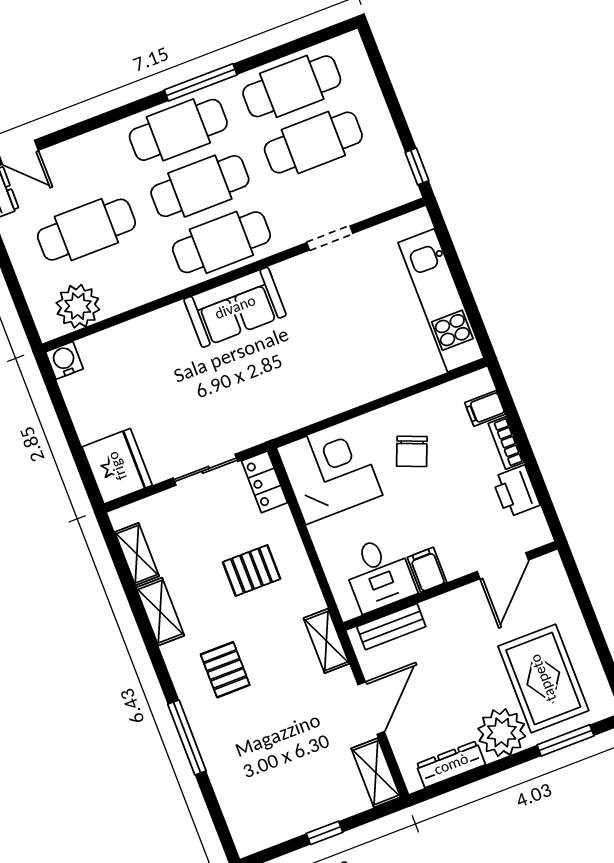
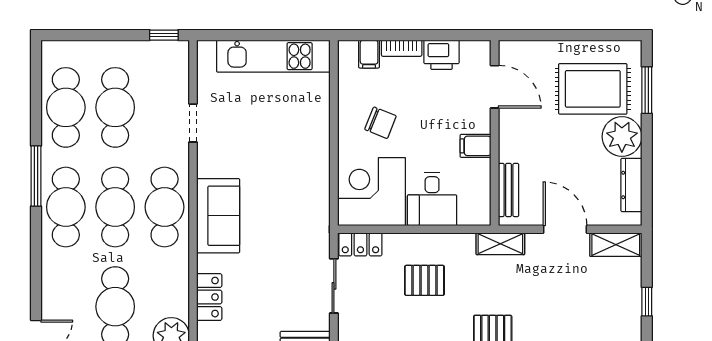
locker: (138, 333) -> (209, 297), added
pallet: (252, 570) -> (424, 280), turned 90
desk: (379, 574) -> (432, 199), moved, turned 90

